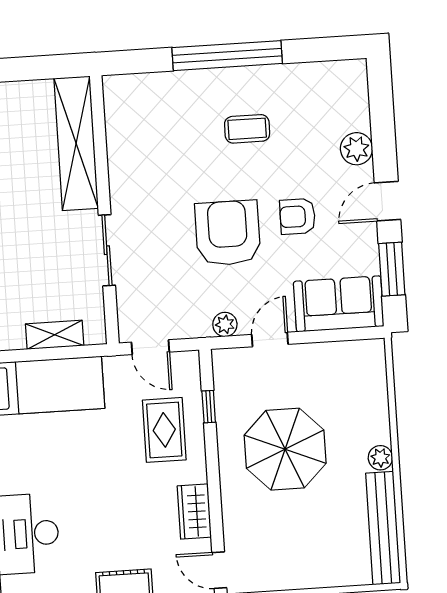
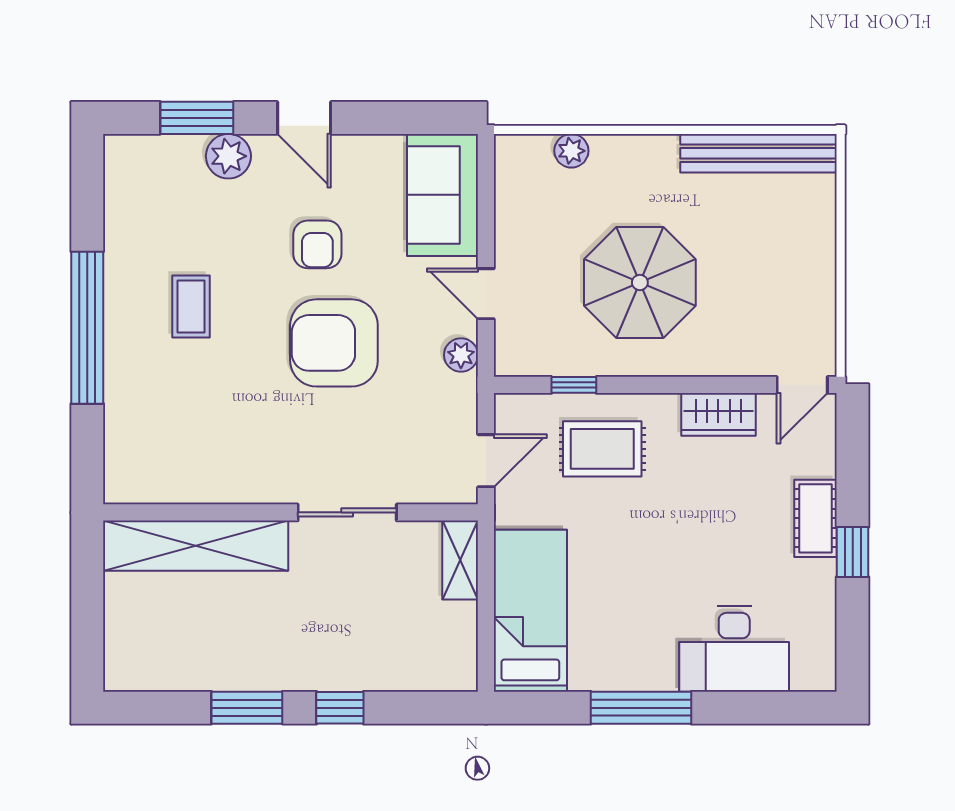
window: (392, 269) -> (197, 118), moved
shelving: (55, 335) -> (460, 560), moved
plant: (380, 458) -> (571, 151), moved

